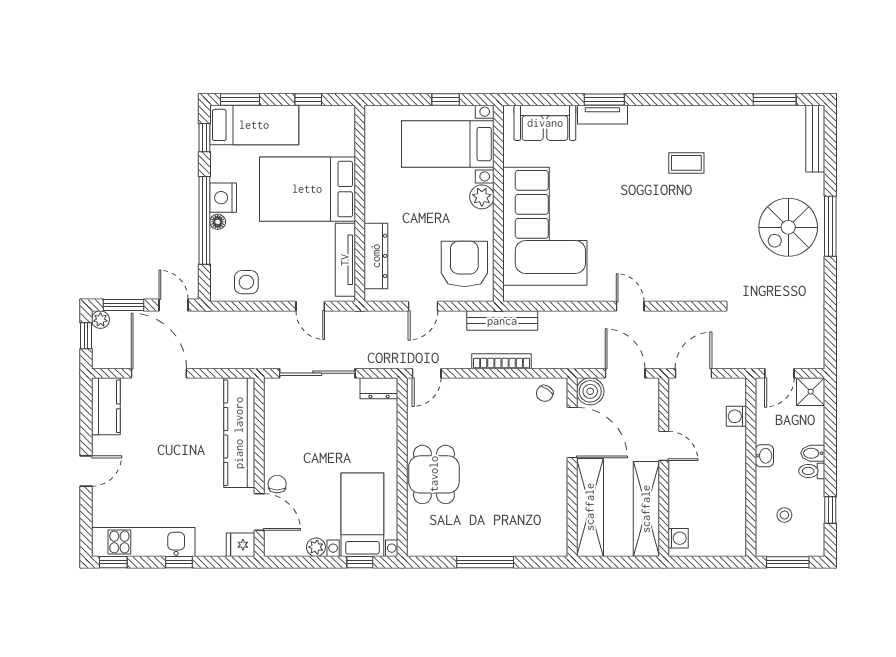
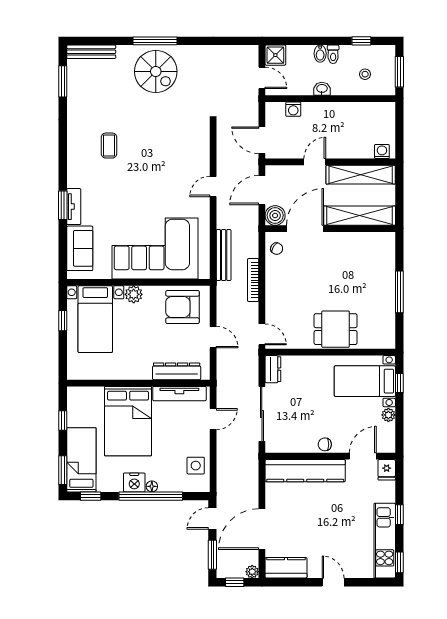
plant: (100, 320) -> (252, 572), moved
bench: (502, 321) -> (224, 255), moved
chair: (277, 484) -> (325, 444), moved

